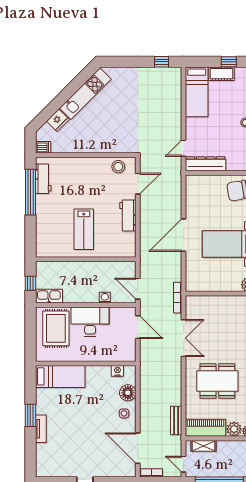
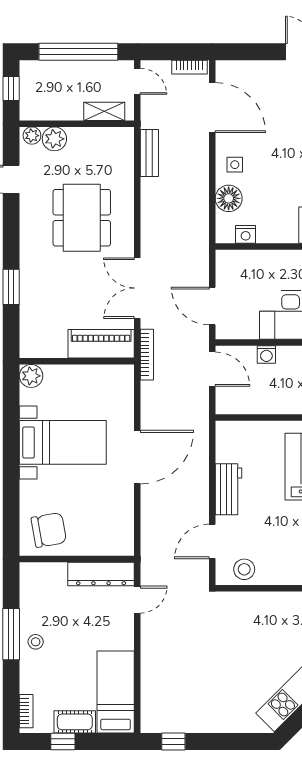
dining table: (217, 381) -> (82, 218), turned 90
piano: (206, 428) -> (101, 344), moved, turned 180

